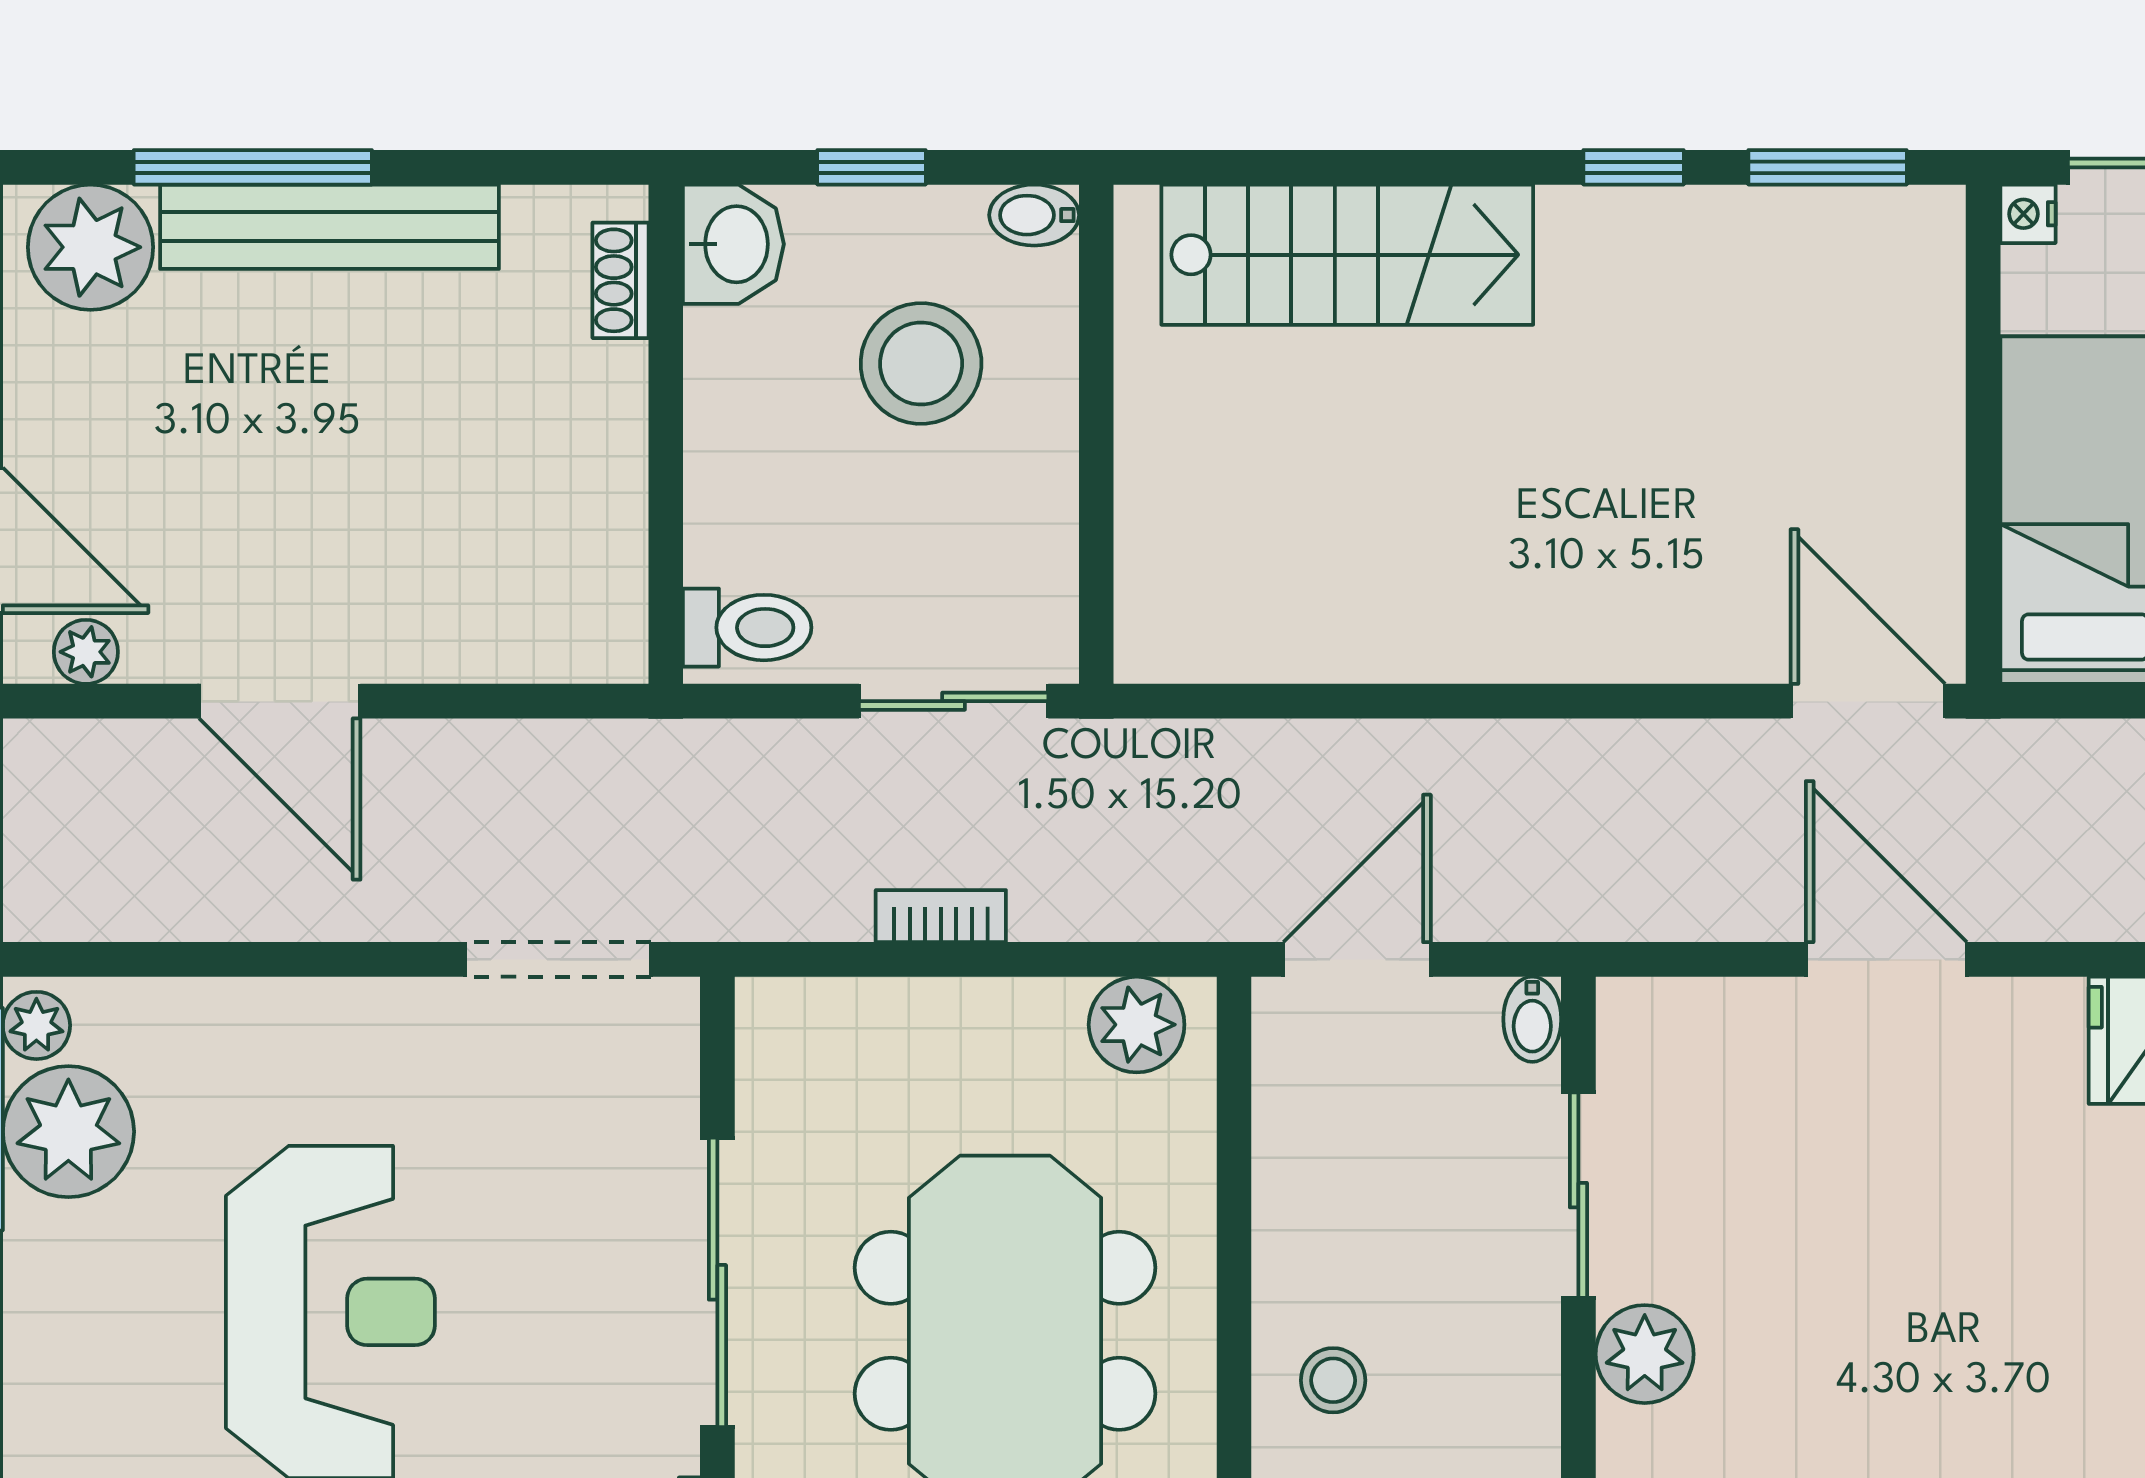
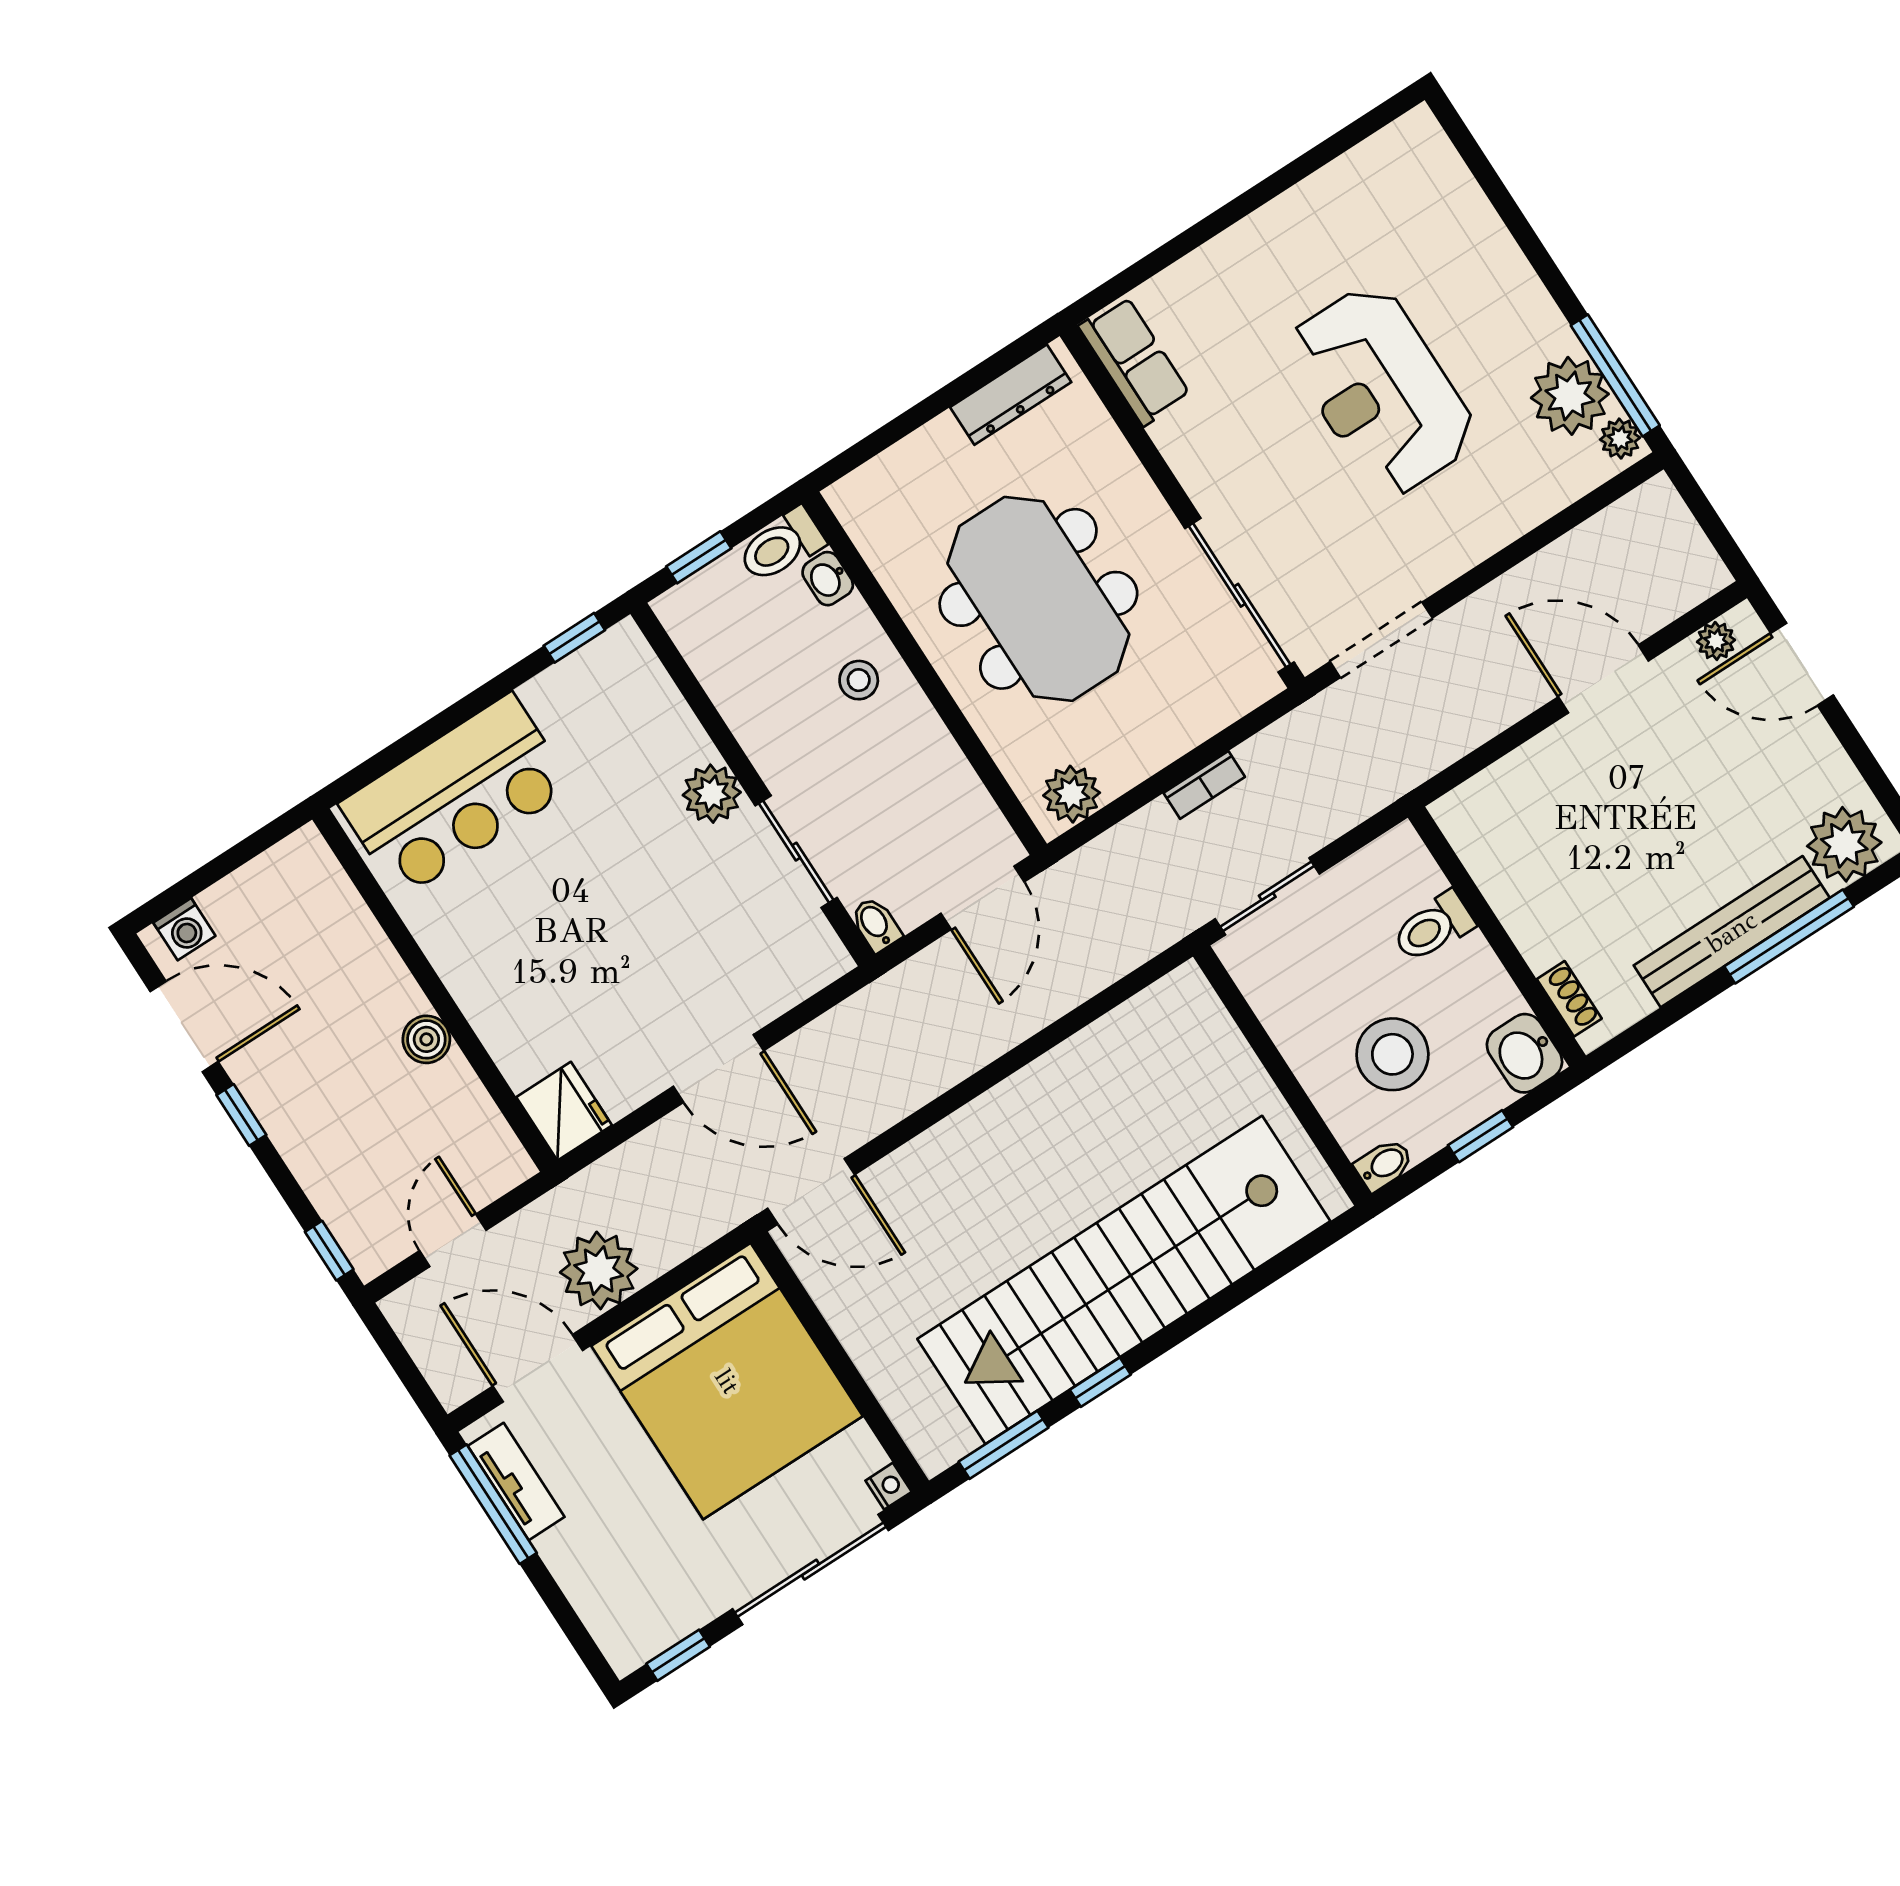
stairs: (1347, 255) -> (1124, 1280), width x1.86, depth x1.51
toilet: (747, 628) -> (1433, 927), moved
sliding door: (717, 1282) -> (1240, 595), moved

